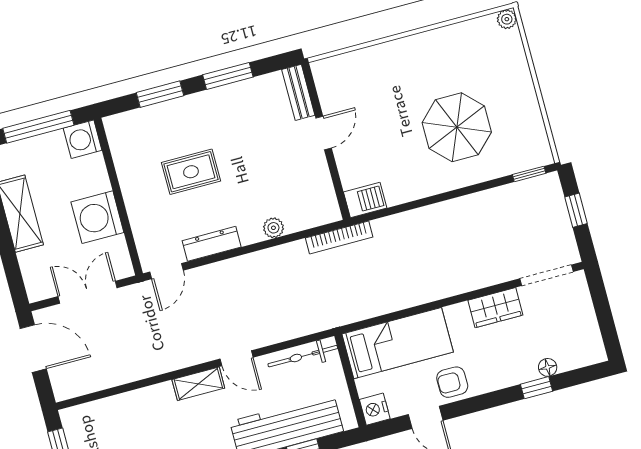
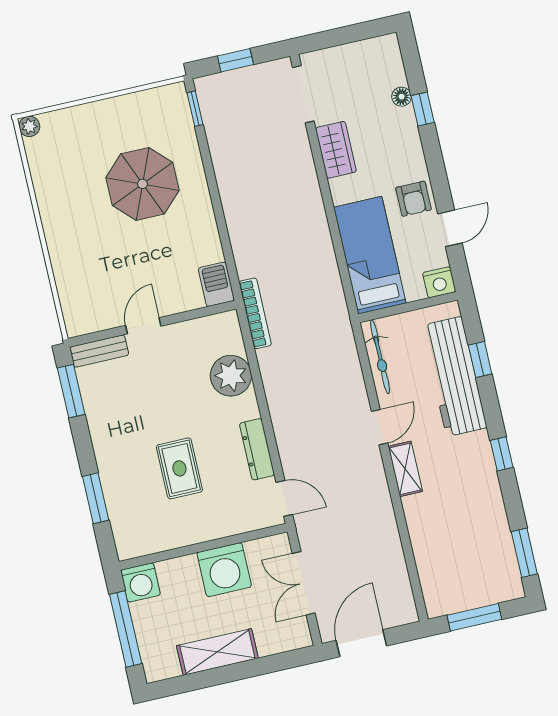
window: (228, 76) -> (71, 391), moved
door: (324, 133) -> (143, 326), hinge flipped
plant: (273, 228) -> (231, 376), width x1.87, depth x1.87

